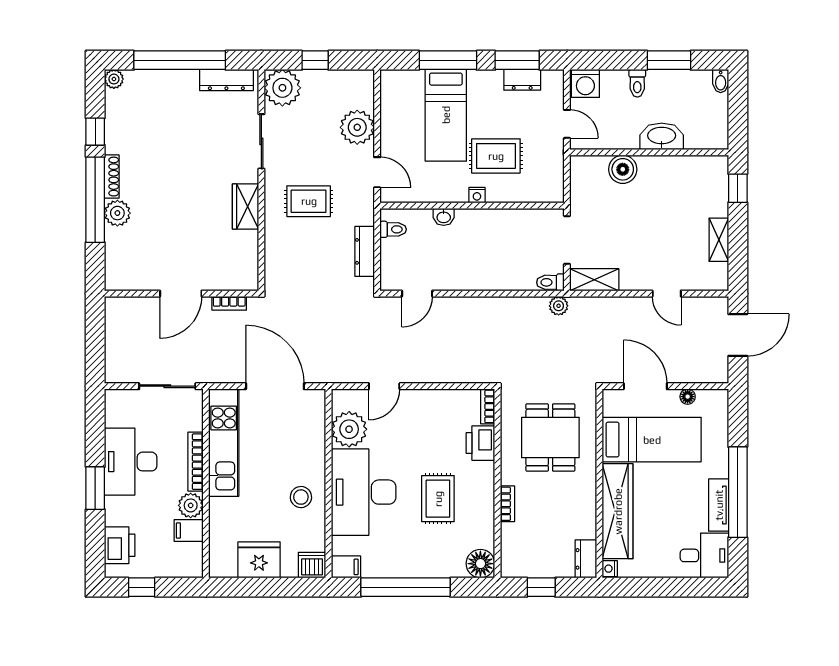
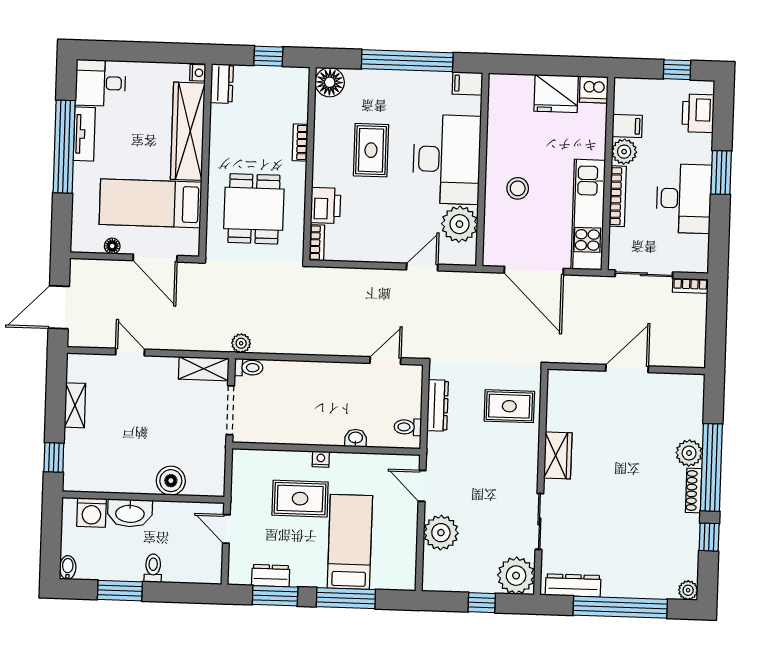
washing machine: (585, 83) -> (91, 513), moved, turned 180
rug: (309, 201) -> (509, 406), moved
bookcase: (229, 303) -> (690, 286), moved, turned 180
stool: (301, 497) -> (518, 188), moved
dishwasher: (312, 565) -> (594, 89), moved

